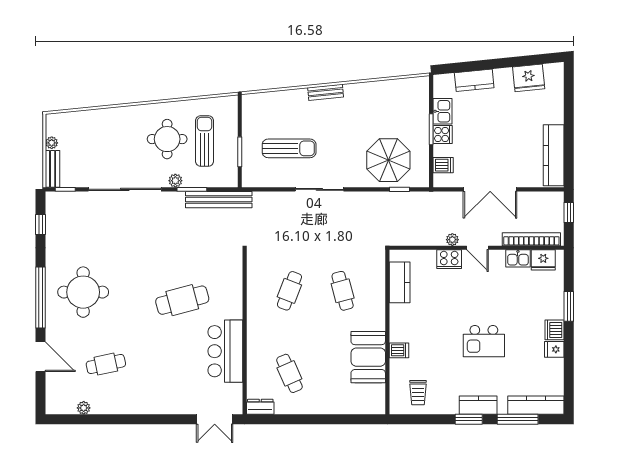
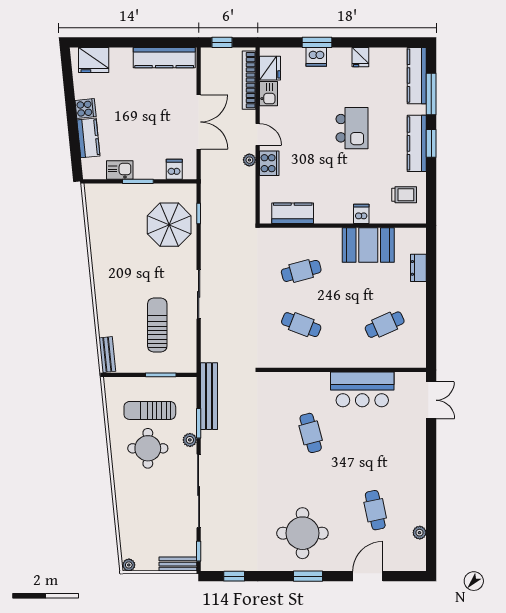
fridge: (529, 78) -> (94, 60), moved, turned 96
bench: (326, 92) -> (107, 355), moved
cooker: (443, 134) -> (86, 109), moved, turned 84
plant: (52, 143) -> (129, 565), moved
door: (478, 248) -> (258, 135), hinge flipped
window: (41, 298) -> (308, 576), width x0.47
cafe table: (182, 300) -> (311, 433), width x0.73, depth x0.74
dishwasher: (554, 330) -> (316, 57), moved
kitchen counter: (478, 405) -> (417, 143), width x1.50
dresser: (260, 407) -> (418, 268), moved

